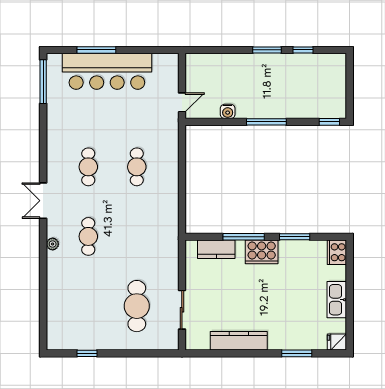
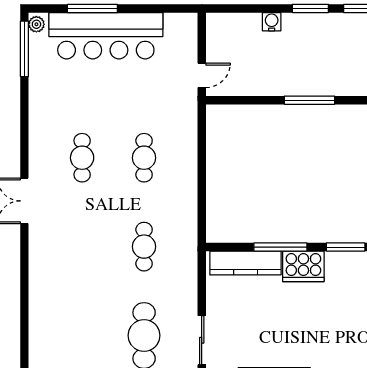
water cooler: (228, 111) -> (272, 22), moved, turned 180
cafe table: (88, 236) -> (144, 247), moved
plant: (53, 244) -> (36, 24), moved
kitchen counter: (216, 249) -> (245, 263), width x1.50

